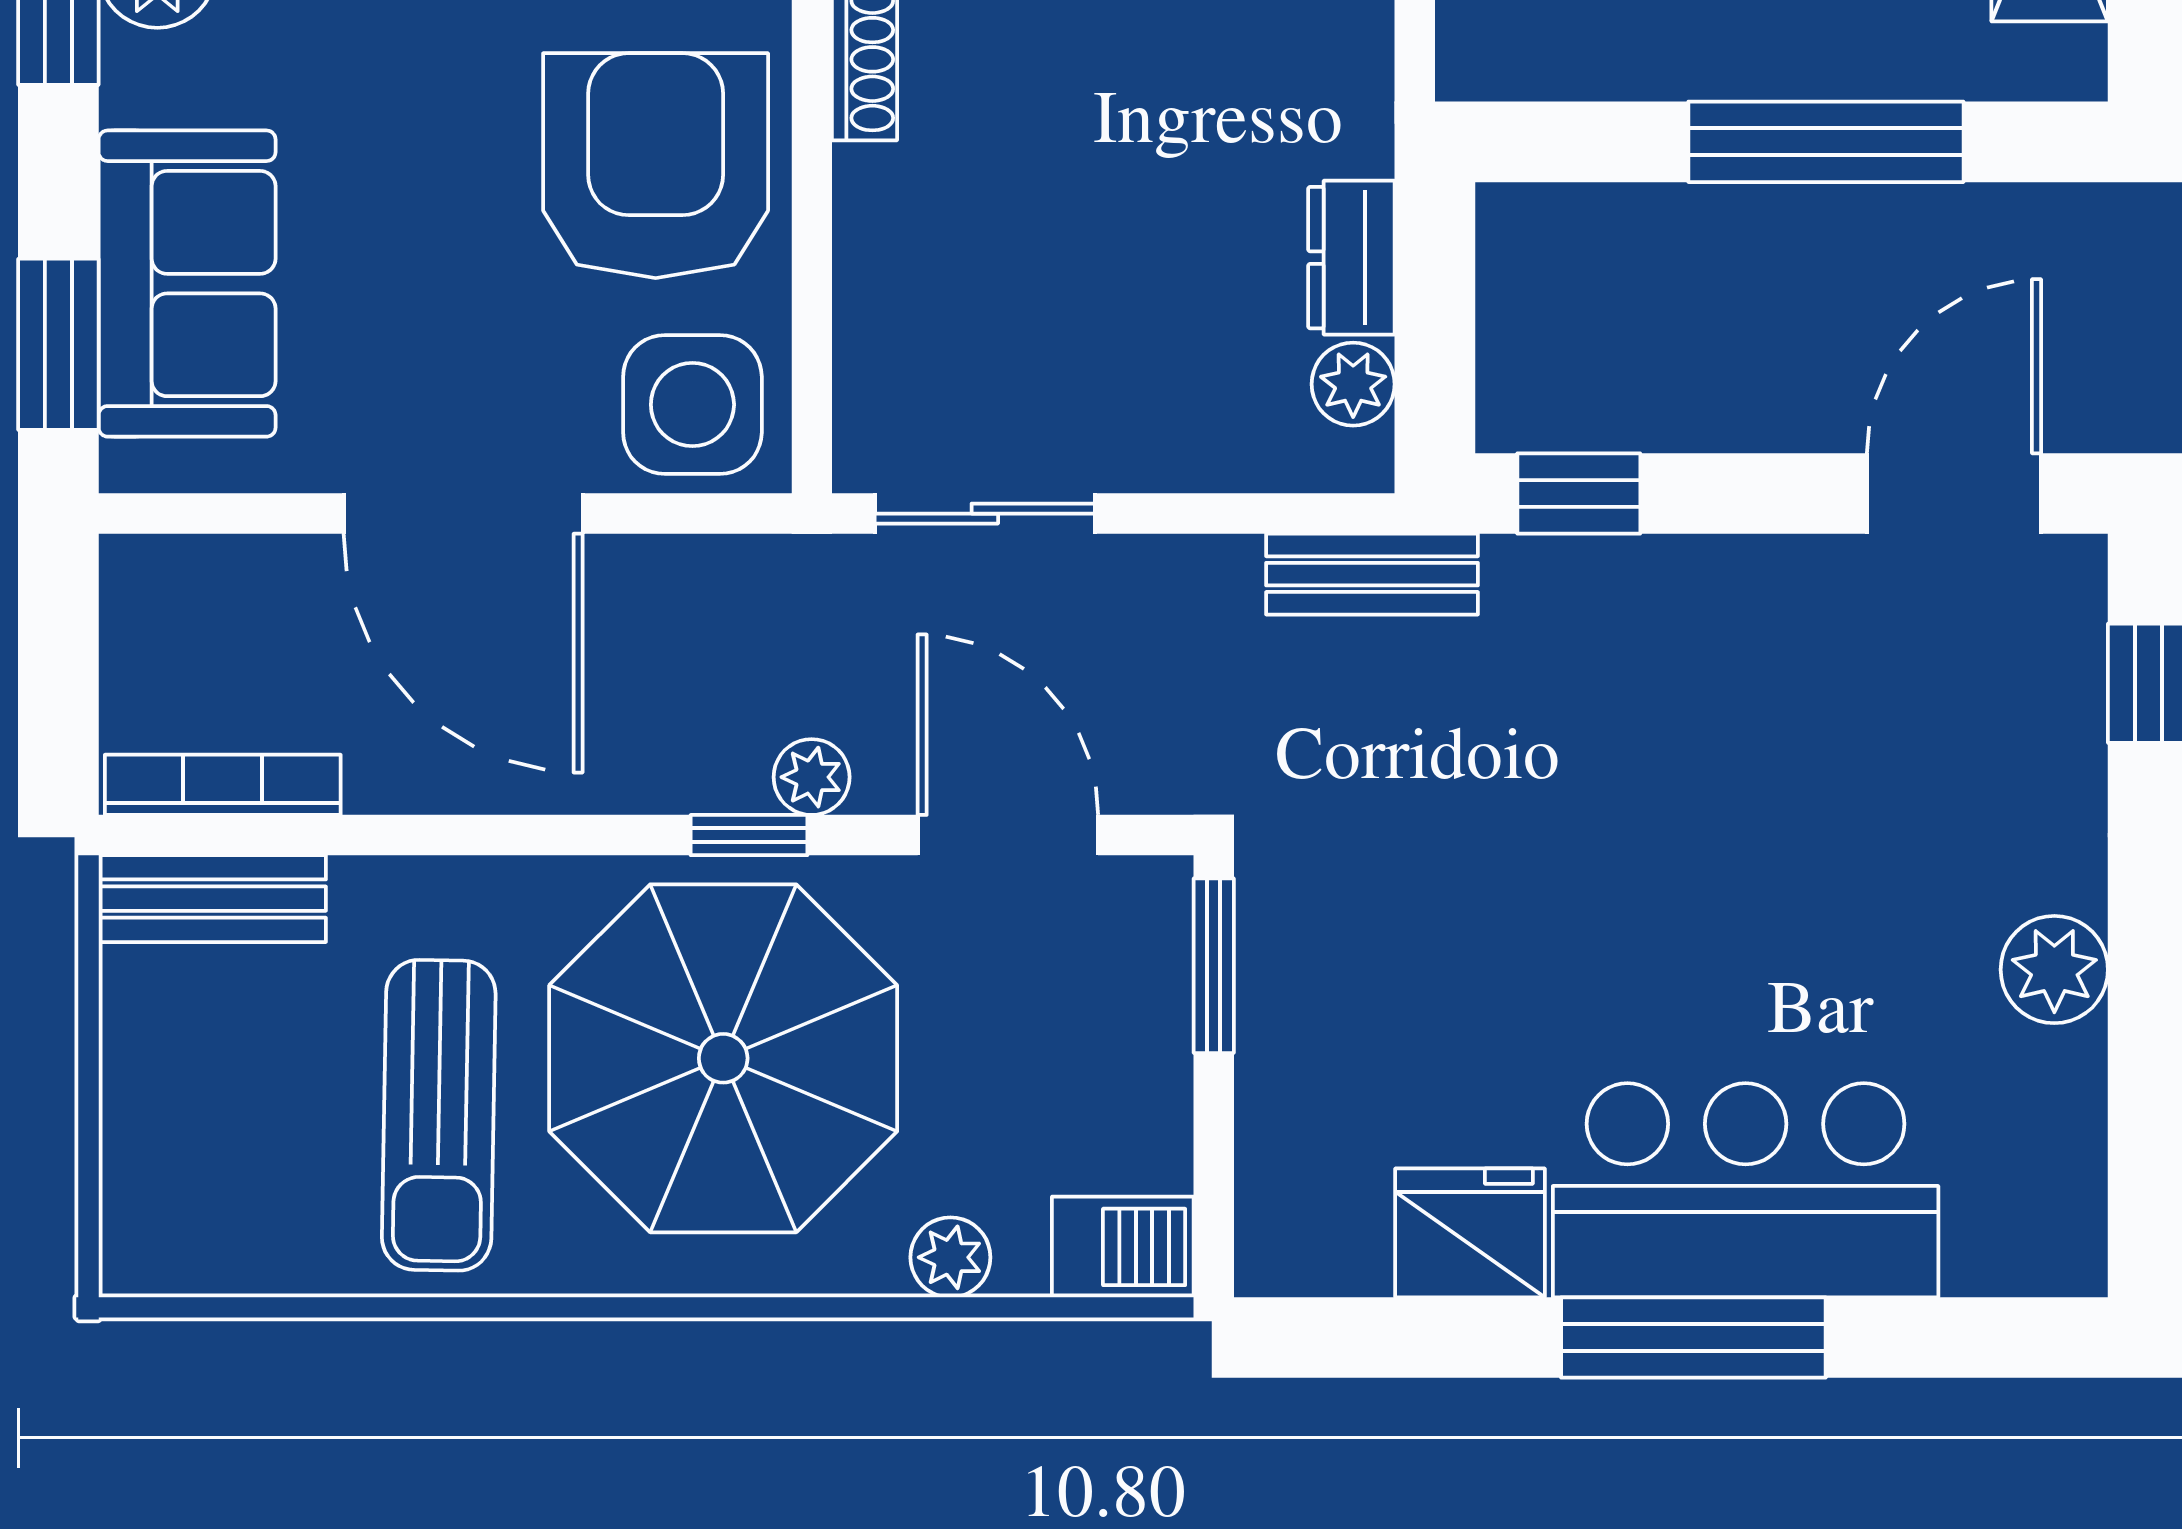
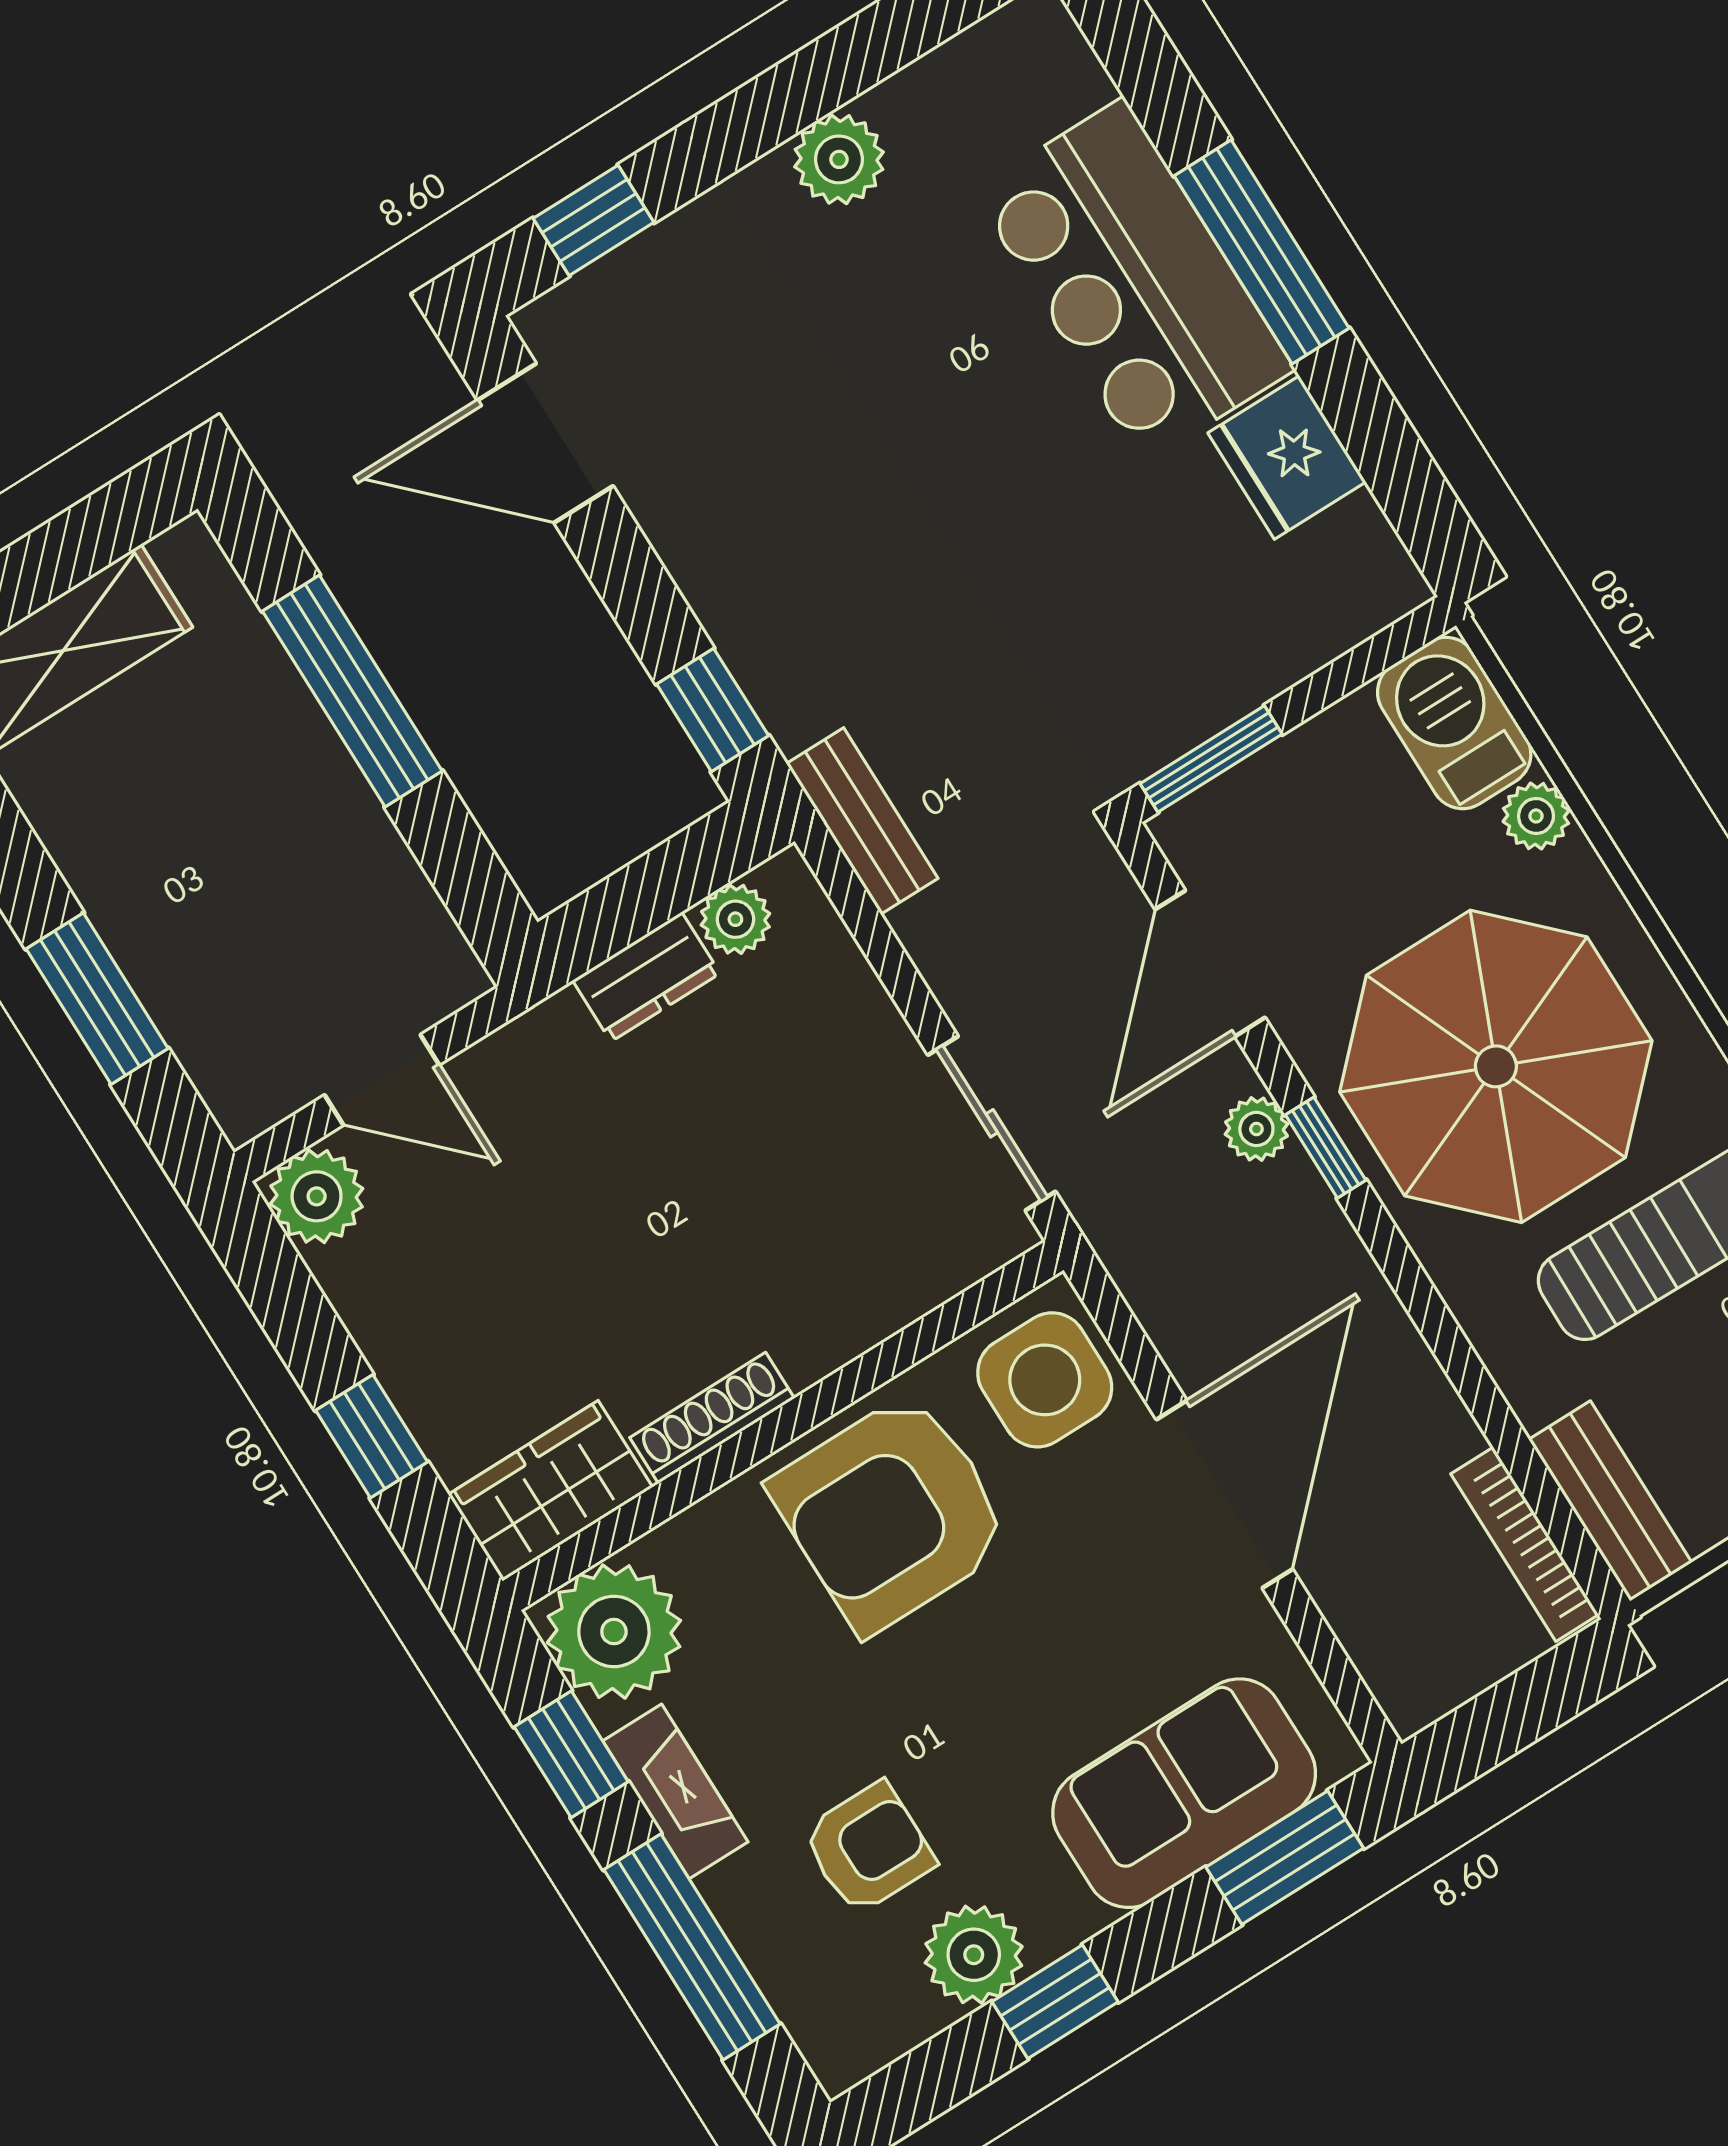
barbecue: (1123, 1247) -> (1454, 723), width x1.38, depth x1.27

